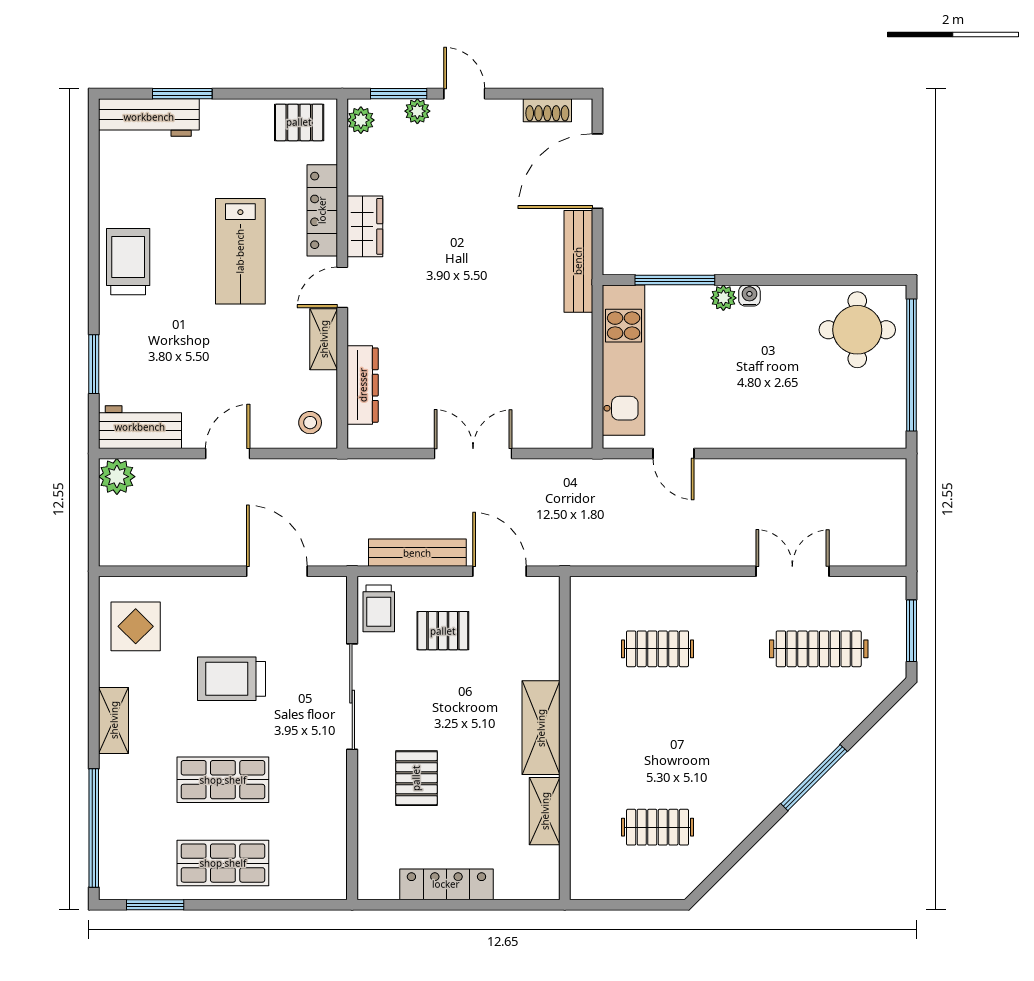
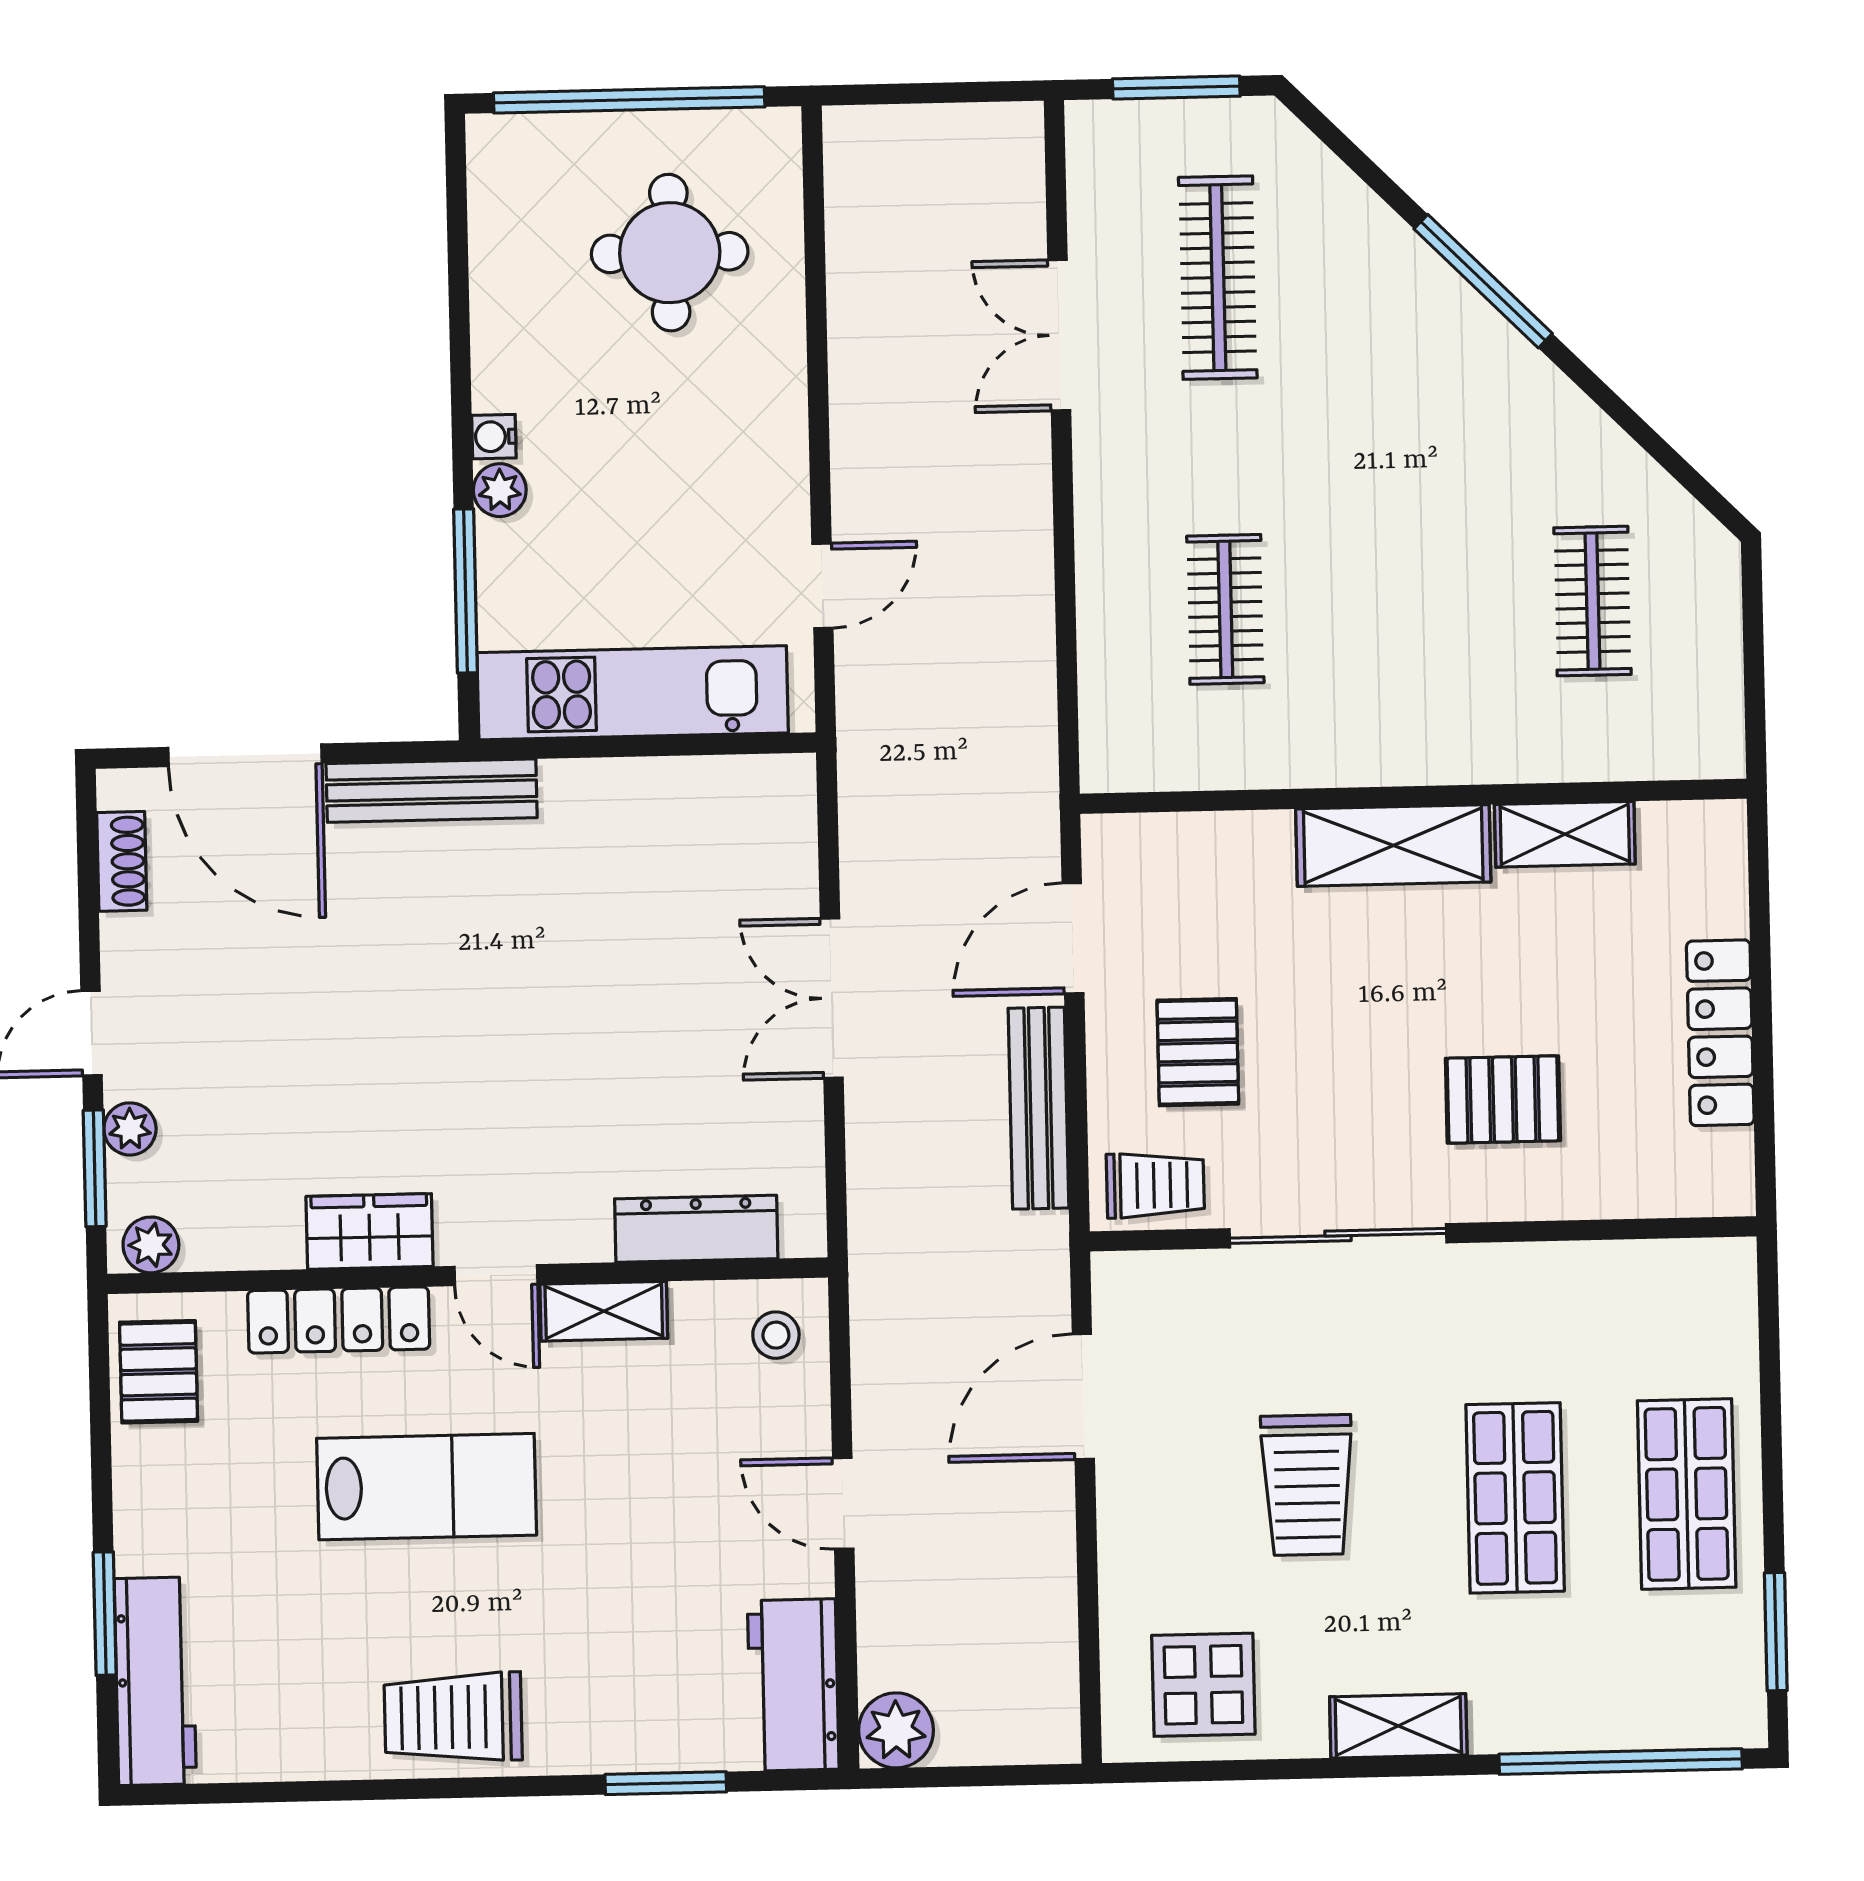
round table: (857, 330) -> (670, 253), moved

